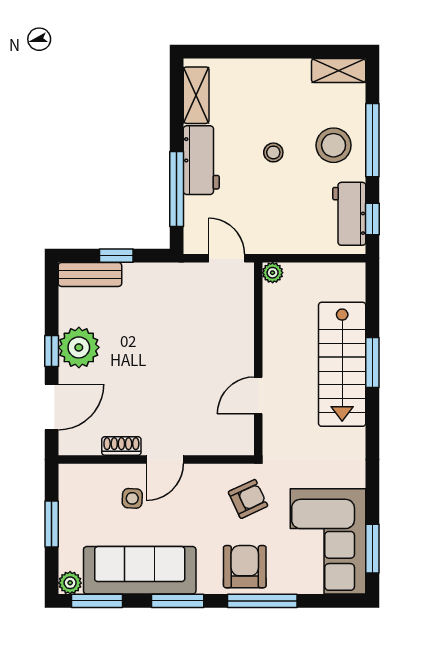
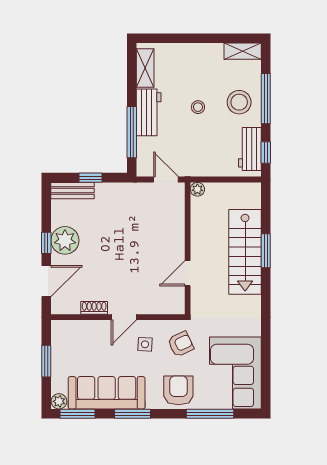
side table: (132, 498) -> (145, 344), moved
window: (372, 549) -> (266, 378), removed
window: (262, 601) -> (210, 414), moved

